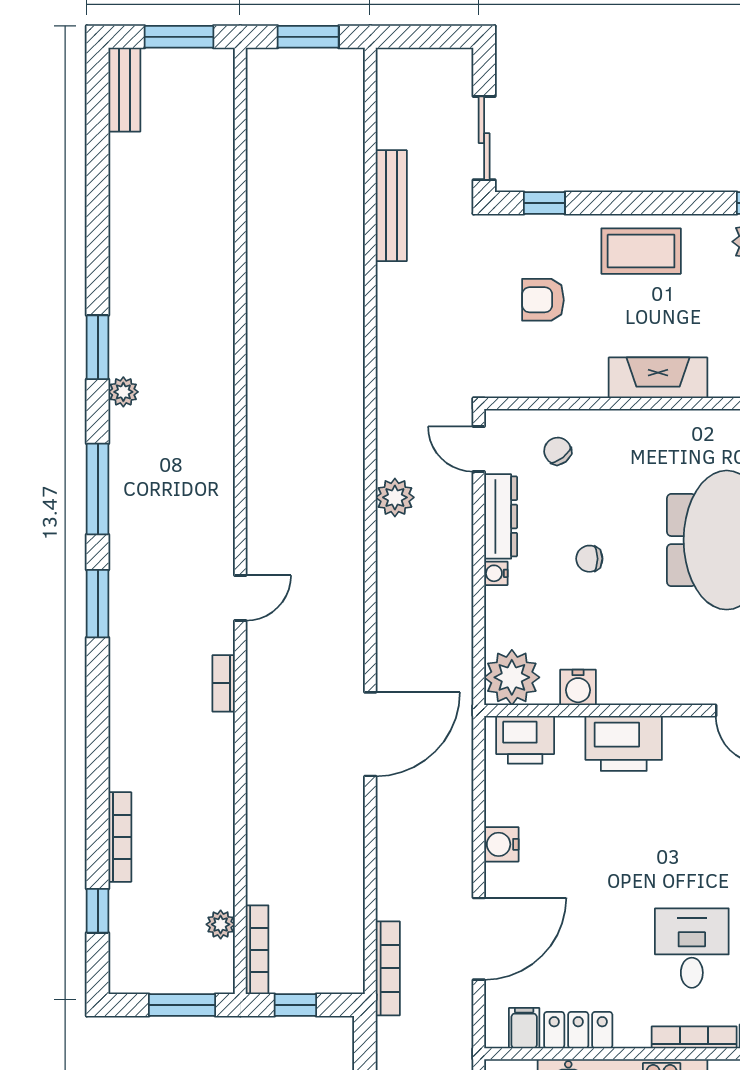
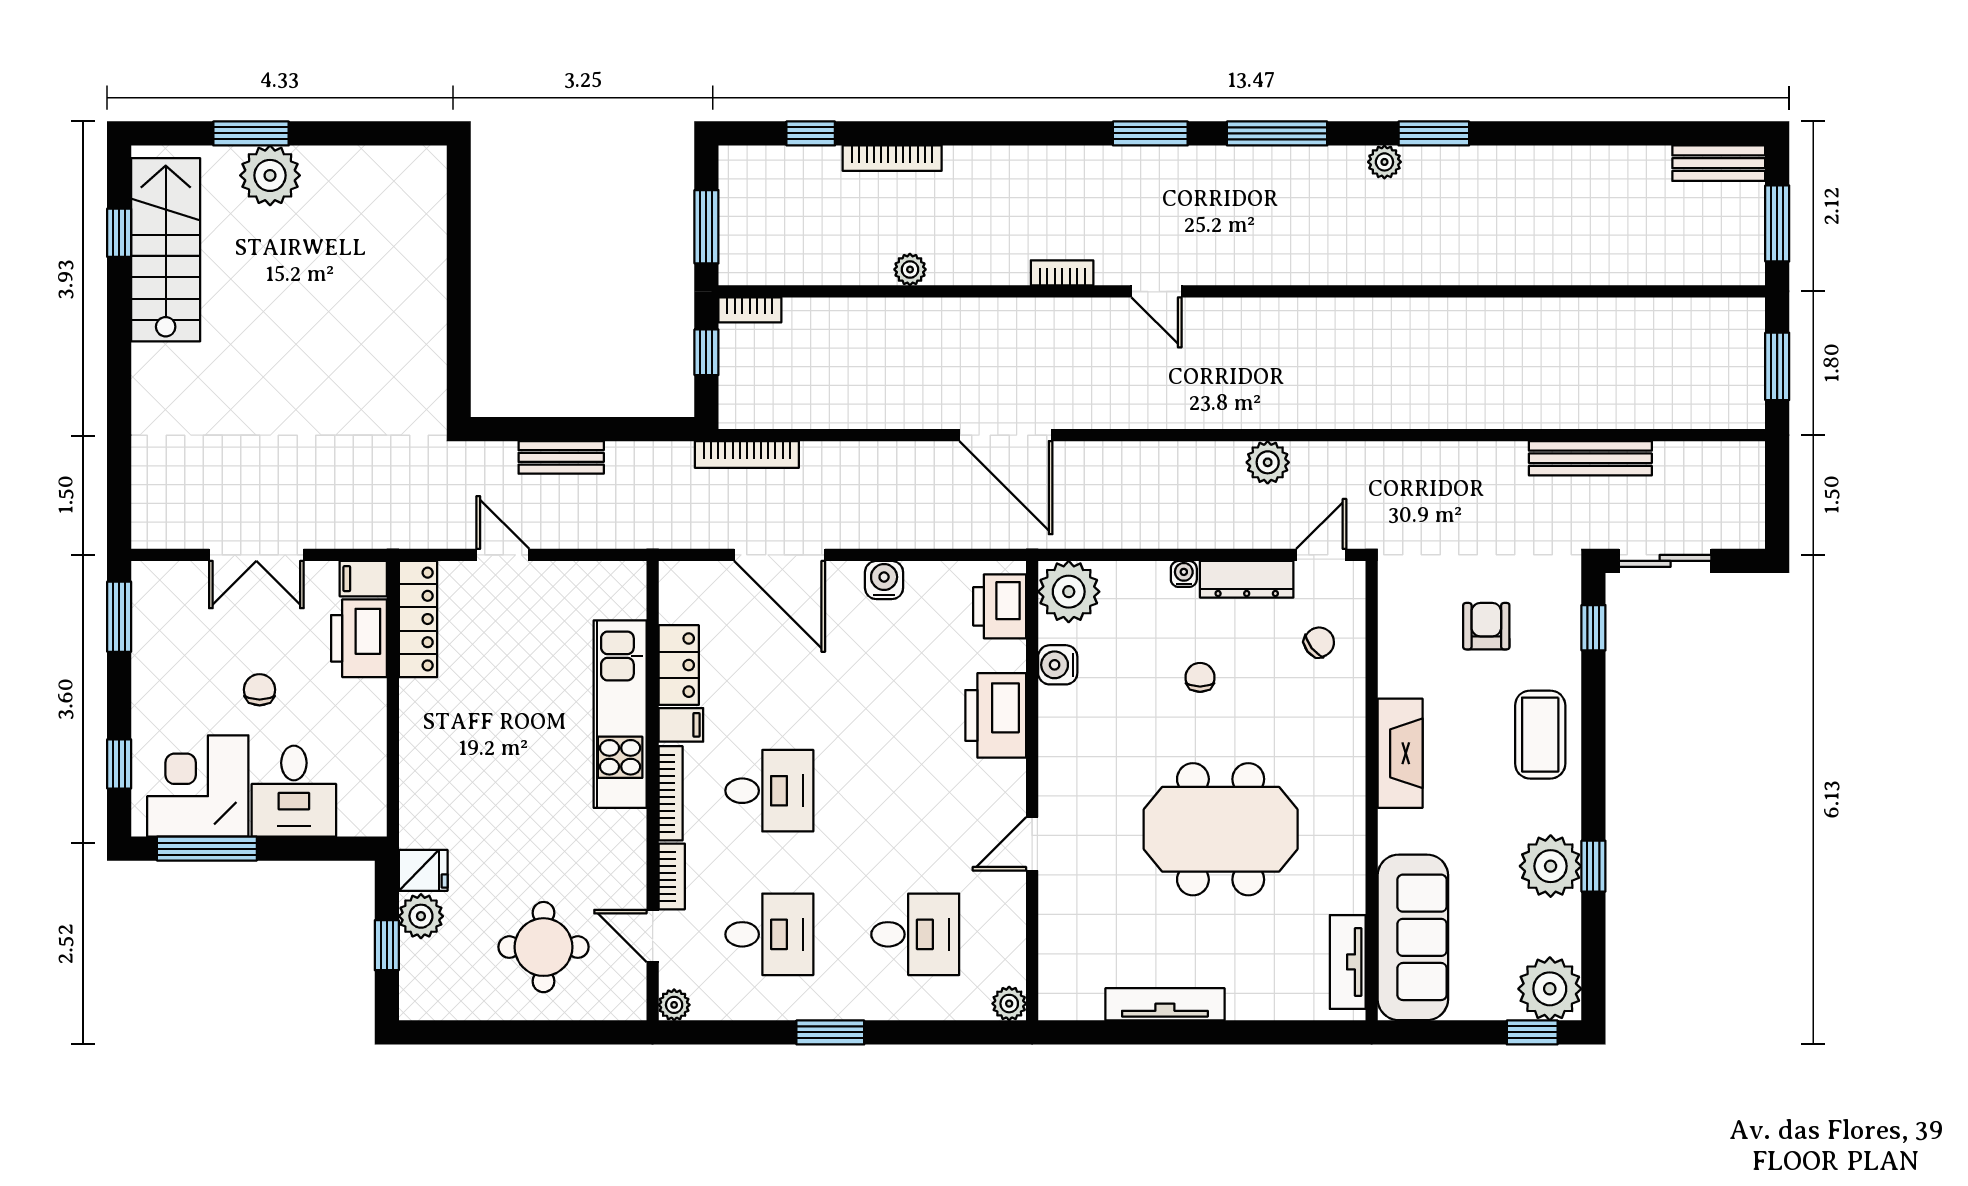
plant: (221, 924) -> (910, 269), moved
bookcase: (257, 950) -> (750, 310), width x0.64
filing cabinet: (524, 1028) -> (681, 725), moved

